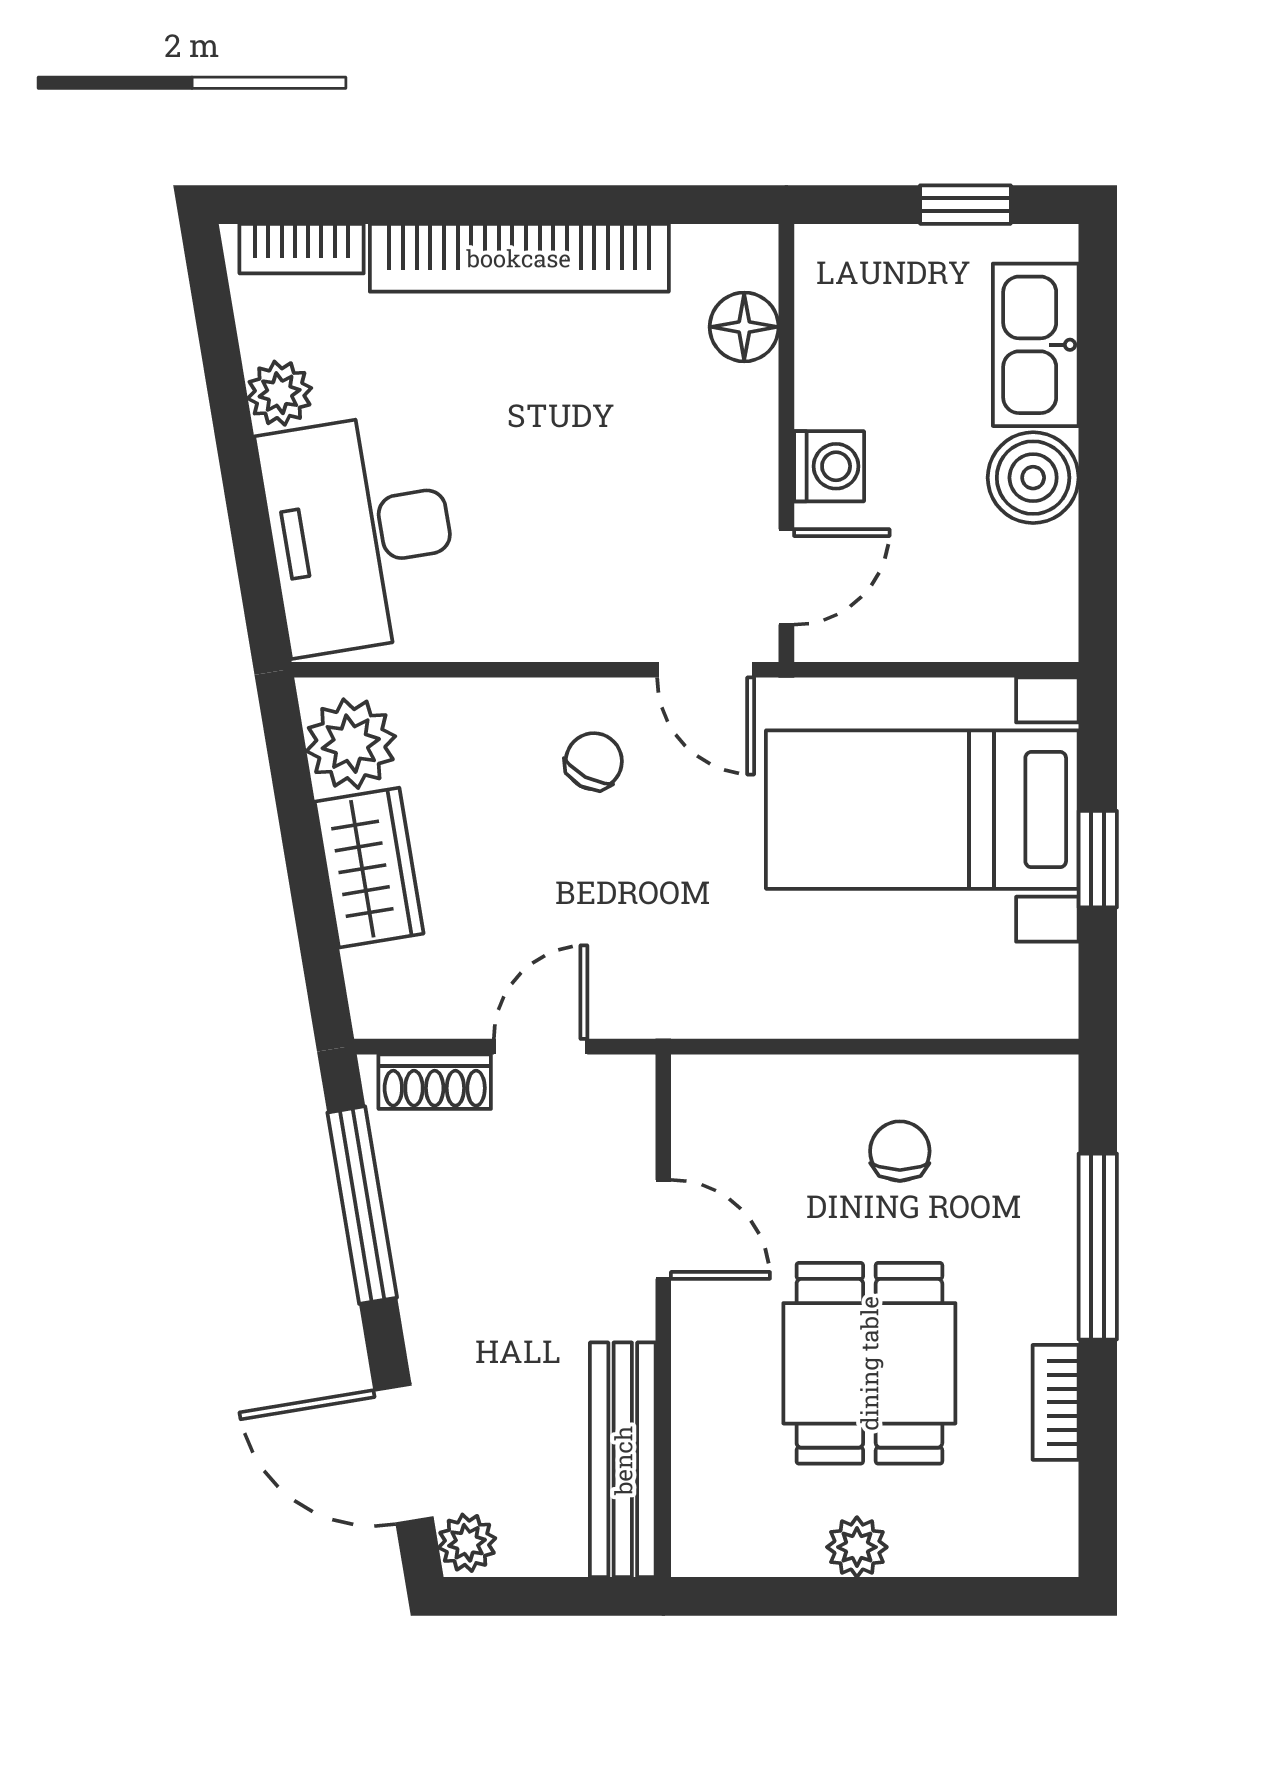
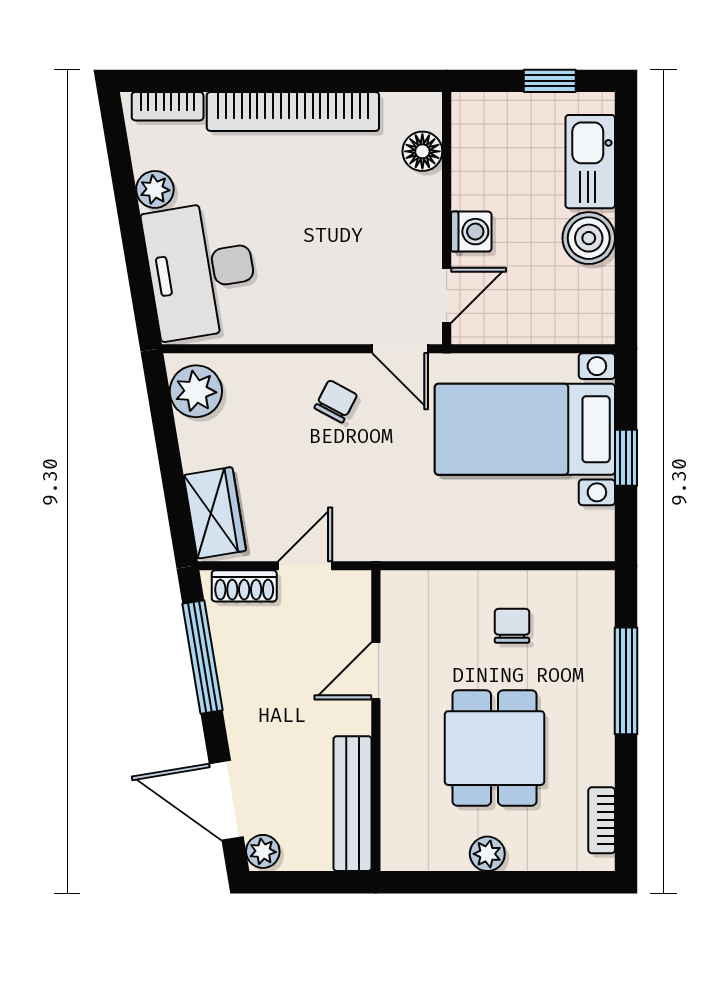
wardrobe: (369, 868) -> (215, 513), moved
door: (663, 1229) -> (376, 671), swing flipped
bookcase: (1056, 1402) -> (602, 820), moved

